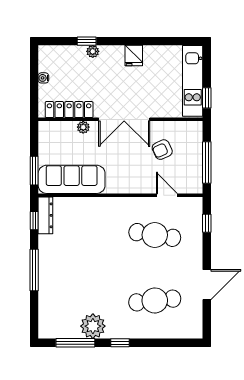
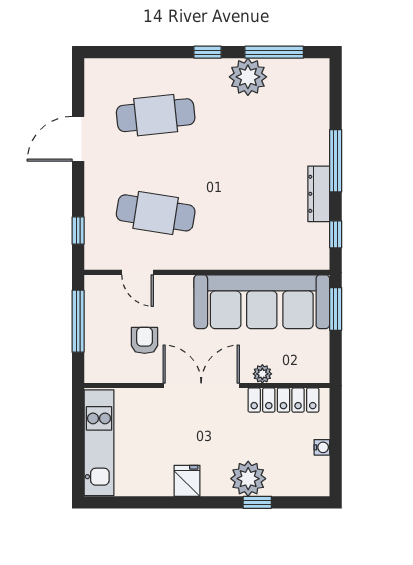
plant: (93, 51) -> (248, 479), width x1.88, depth x1.88
window: (207, 98) -> (78, 418), removed
armchair: (162, 150) -> (145, 340), turned -65
sofa: (72, 179) -> (262, 302), width x1.36, depth x1.27
dresser: (45, 215) -> (319, 194), moved

